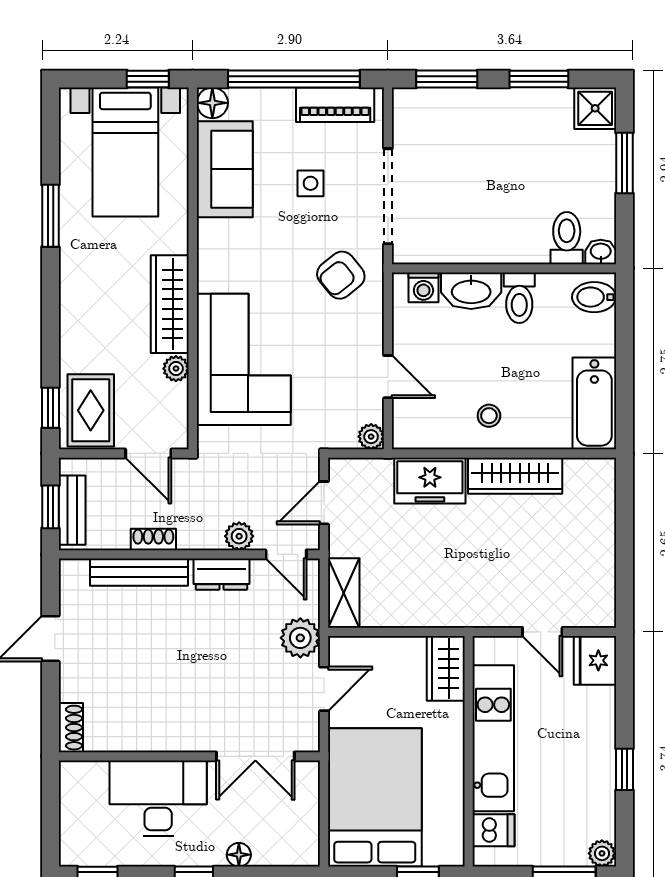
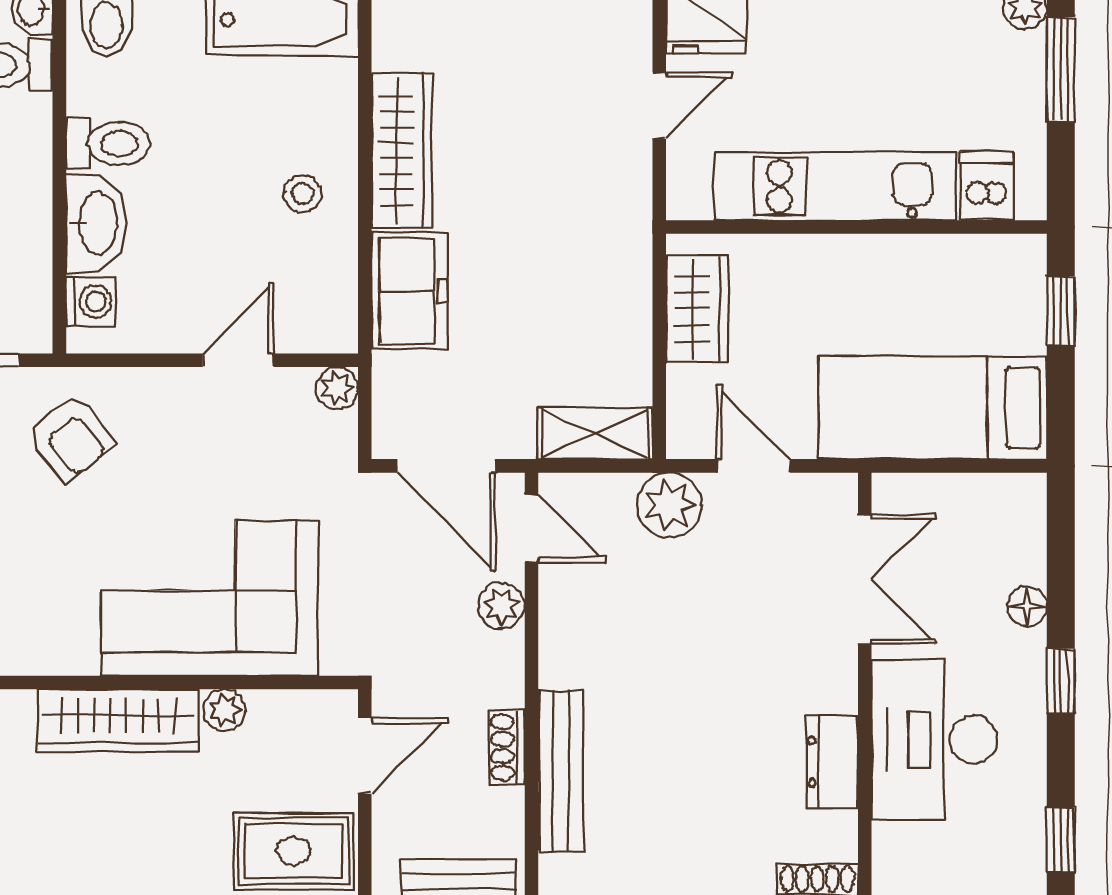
door: (324, 503) -> (446, 466), width x1.38
door: (286, 554) -> (531, 528), hinge flipped
dresser: (222, 574) -> (832, 762), moved, turned 180
wardrobe: (446, 668) -> (697, 309), moved, turned -90
bed: (375, 797) -> (933, 408), width x0.67

